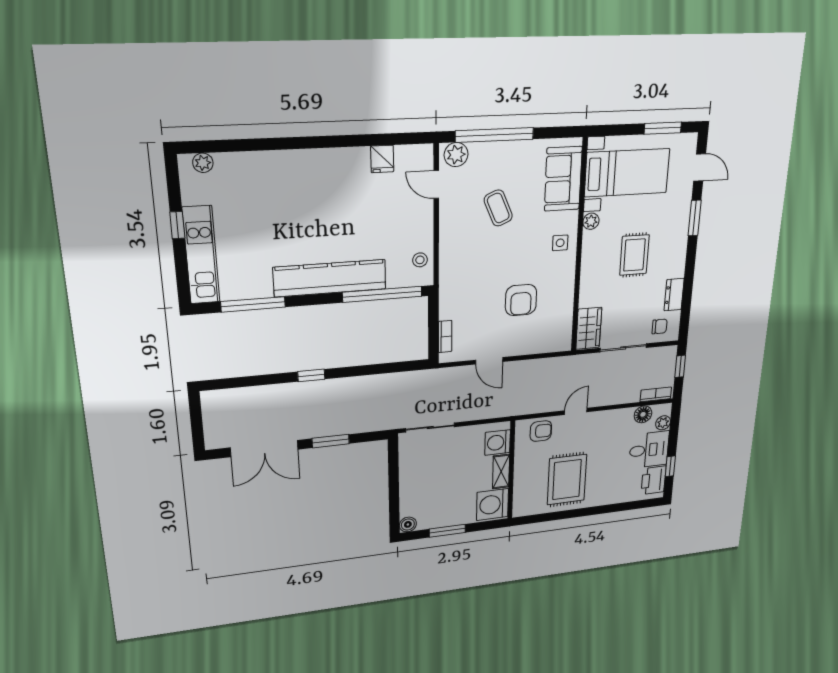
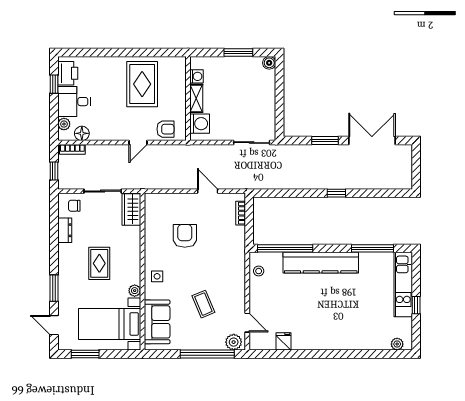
armchair: (541, 431) -> (165, 129), turned 180
washing machine: (493, 505) -> (196, 76), width x0.53, depth x0.53

